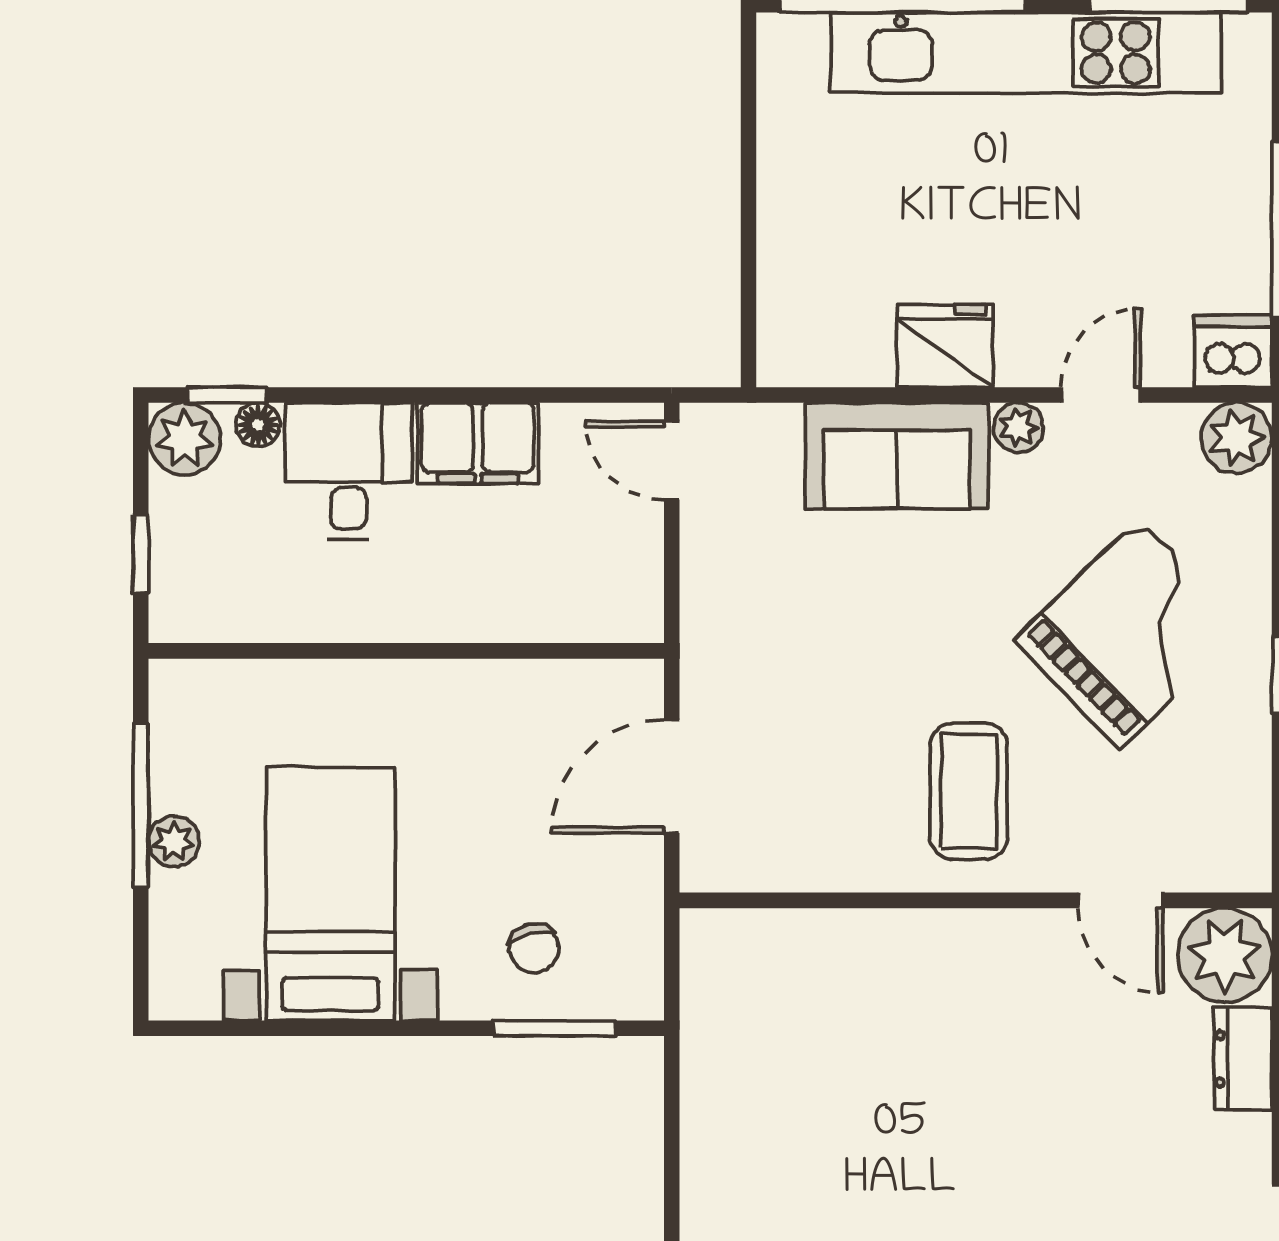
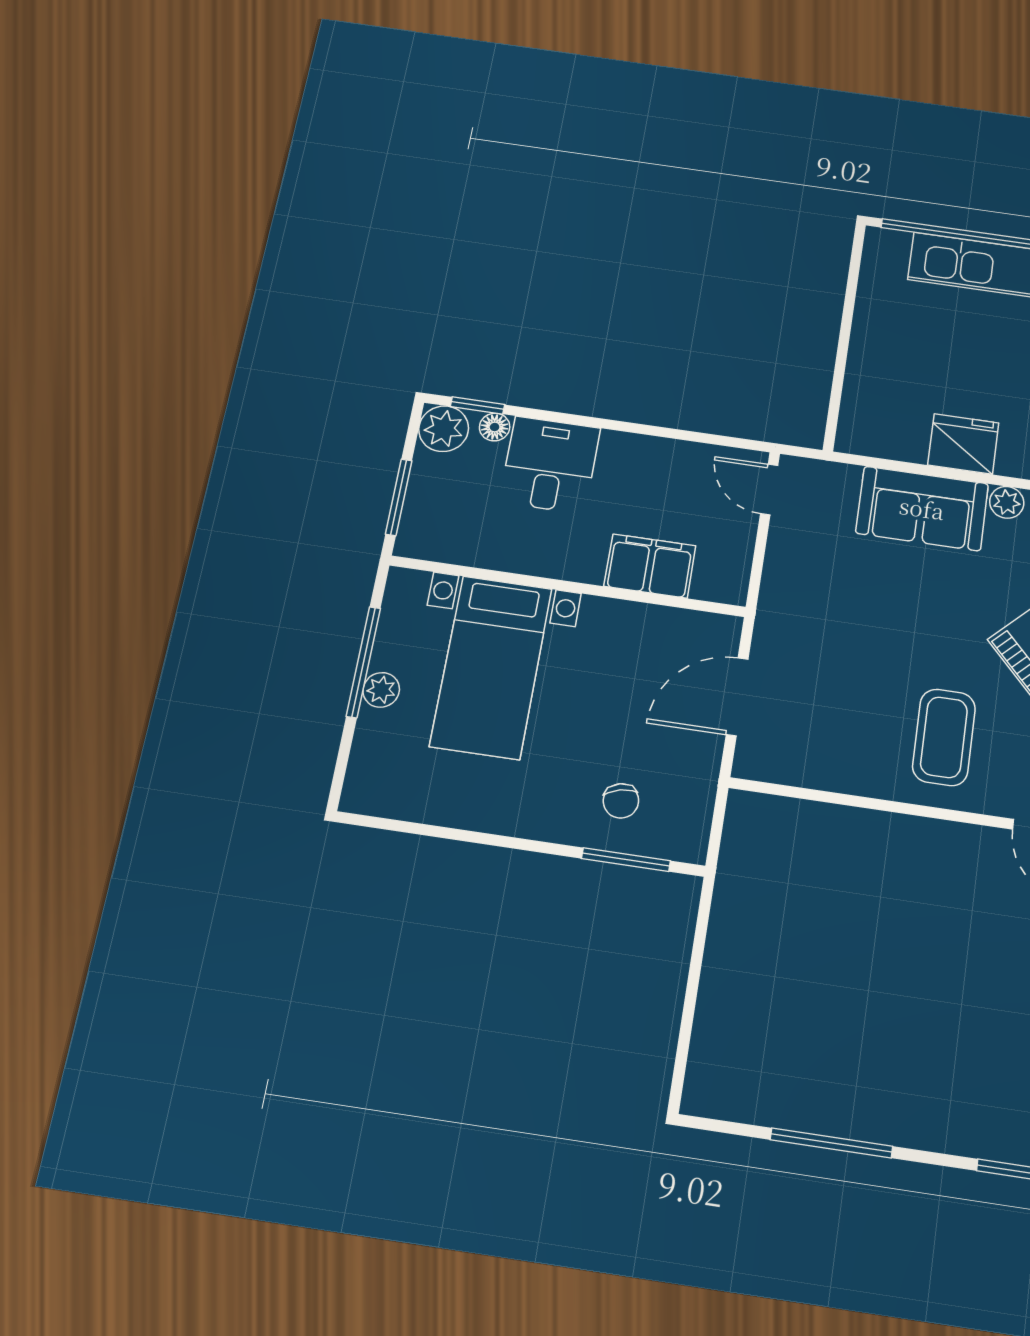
filing cabinet: (478, 443) -> (650, 566), moved, turned 180
window: (141, 554) -> (399, 497), width x1.50
bed with nightstands: (330, 894) -> (491, 667), moved, turned 180

